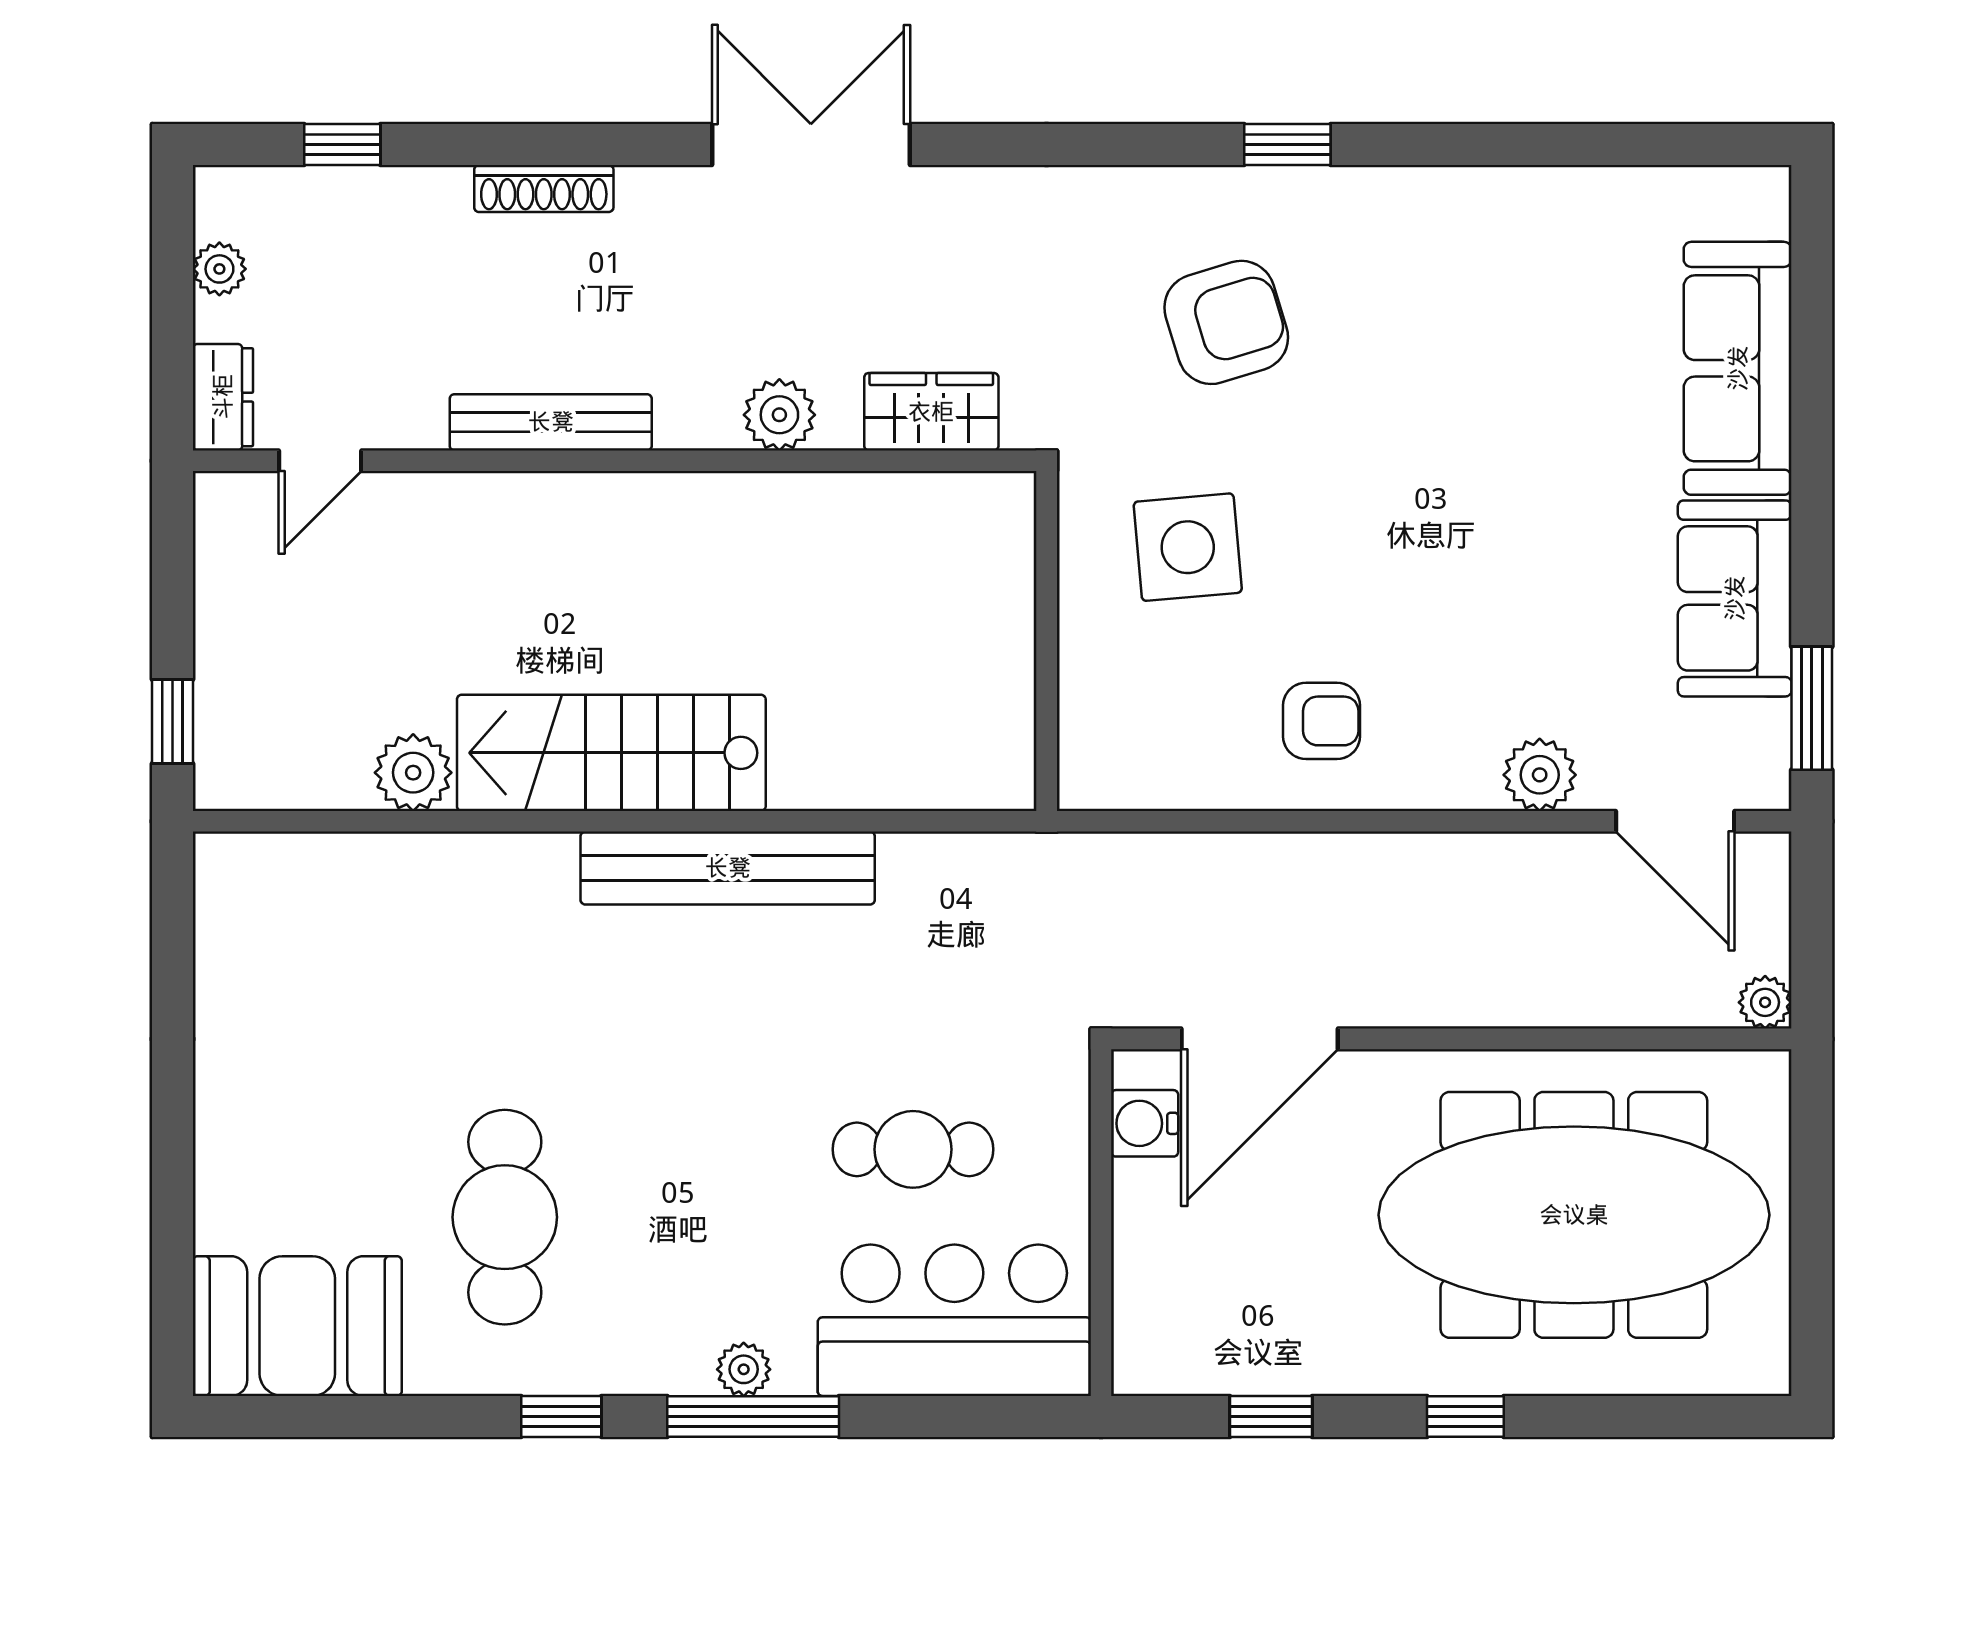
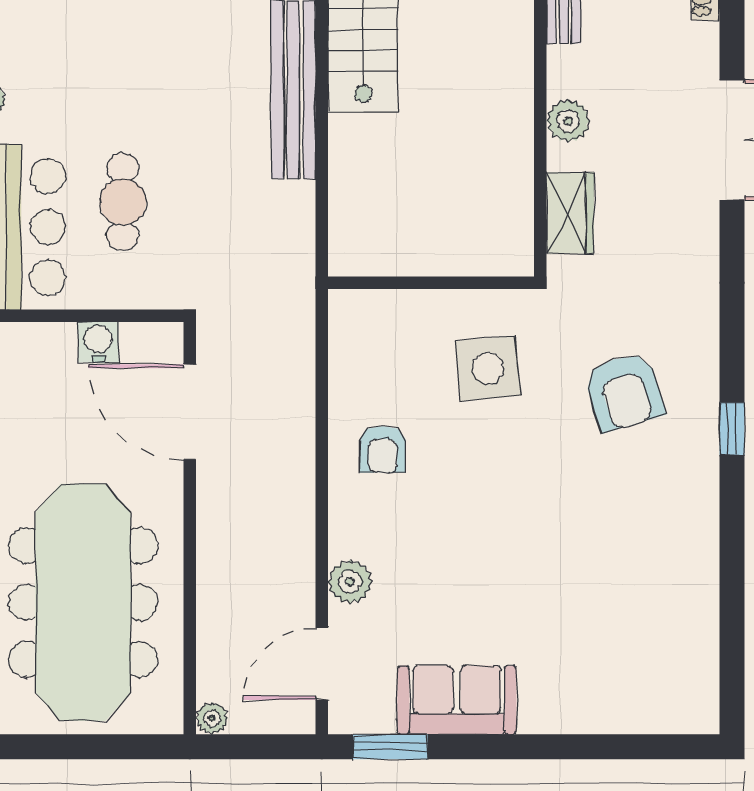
sofa: (1738, 368) -> (596, 702), removed
water cooler: (1145, 1123) -> (98, 342), moved

